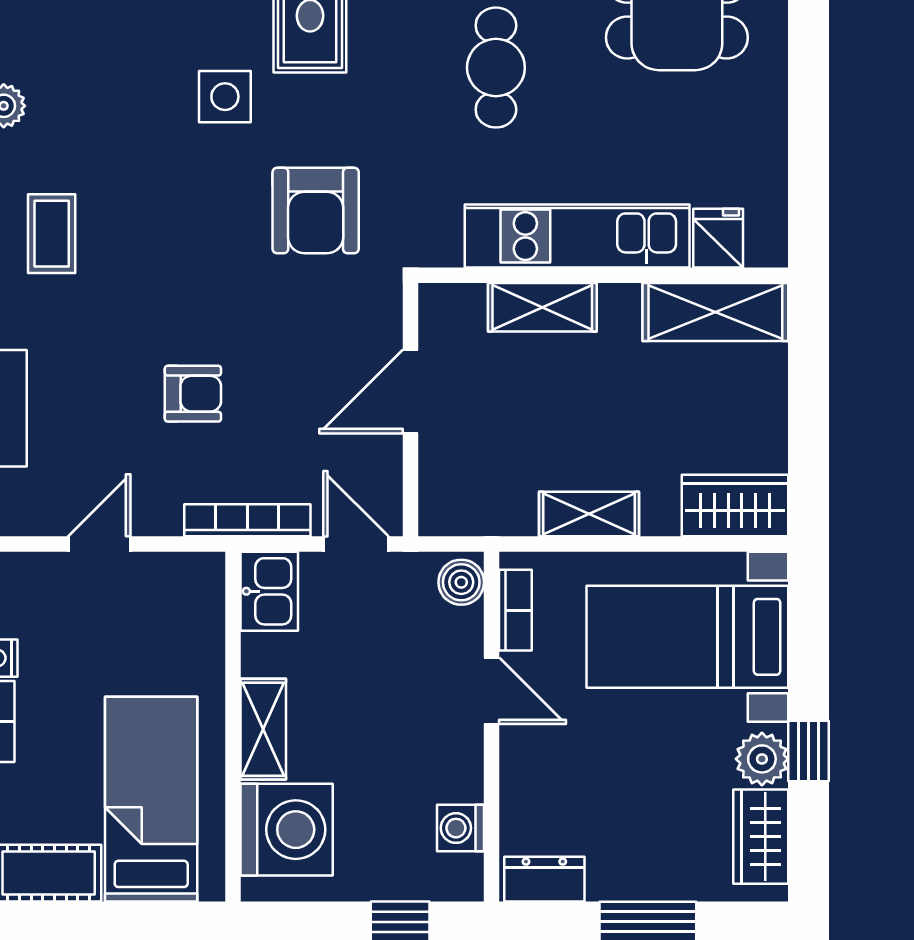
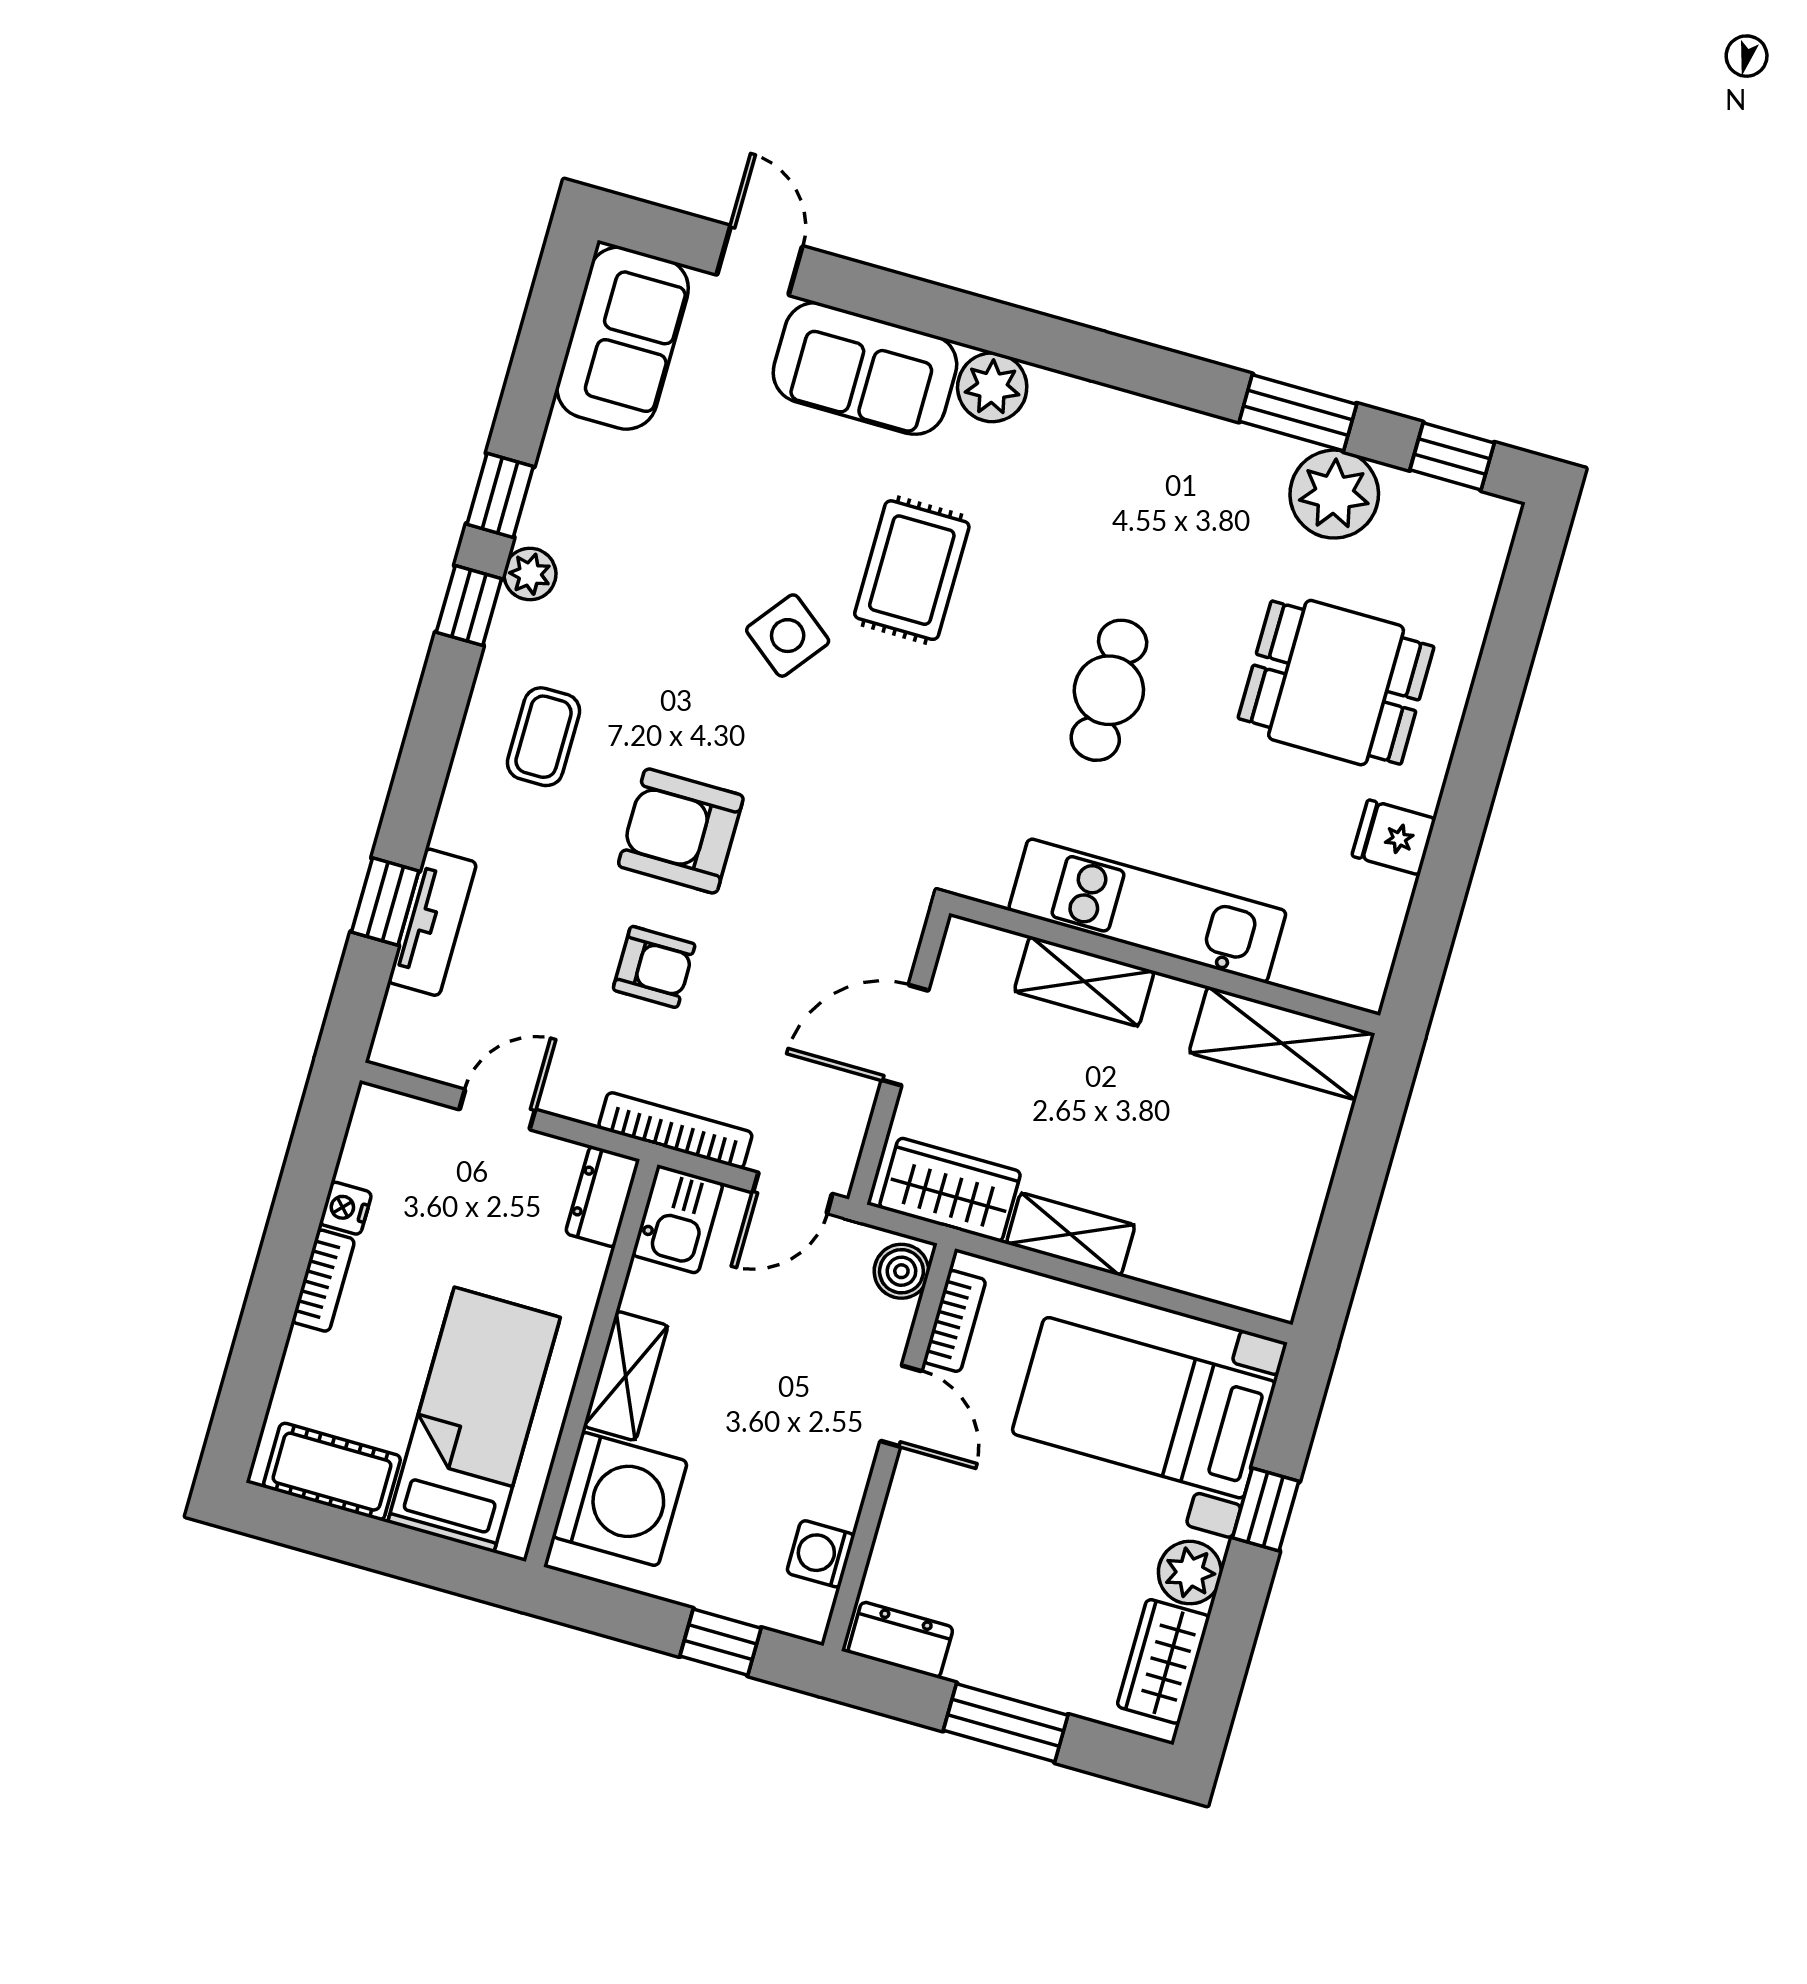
side table: (225, 97) -> (788, 636), turned 38
armchair: (316, 211) -> (681, 831), moved, turned 90
fridge: (718, 238) -> (1394, 837), moved, turned -90
wardrobe: (735, 506) -> (950, 1190), moved
door: (356, 544) -> (793, 1193), swing flipped
dresser: (204, 590) -> (603, 1196), added
window: (809, 751) -> (1266, 1509), moved

